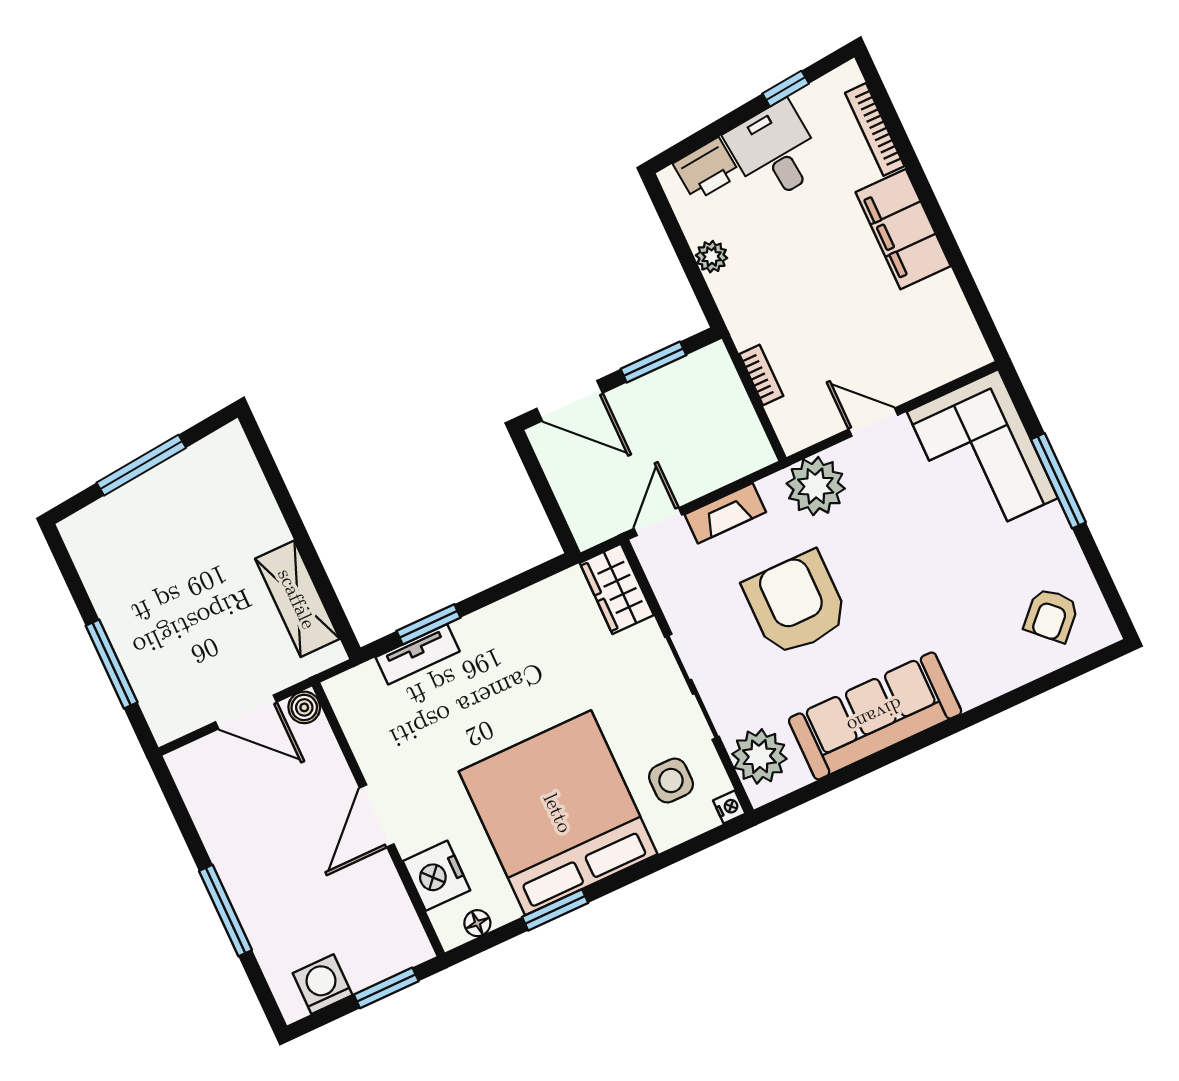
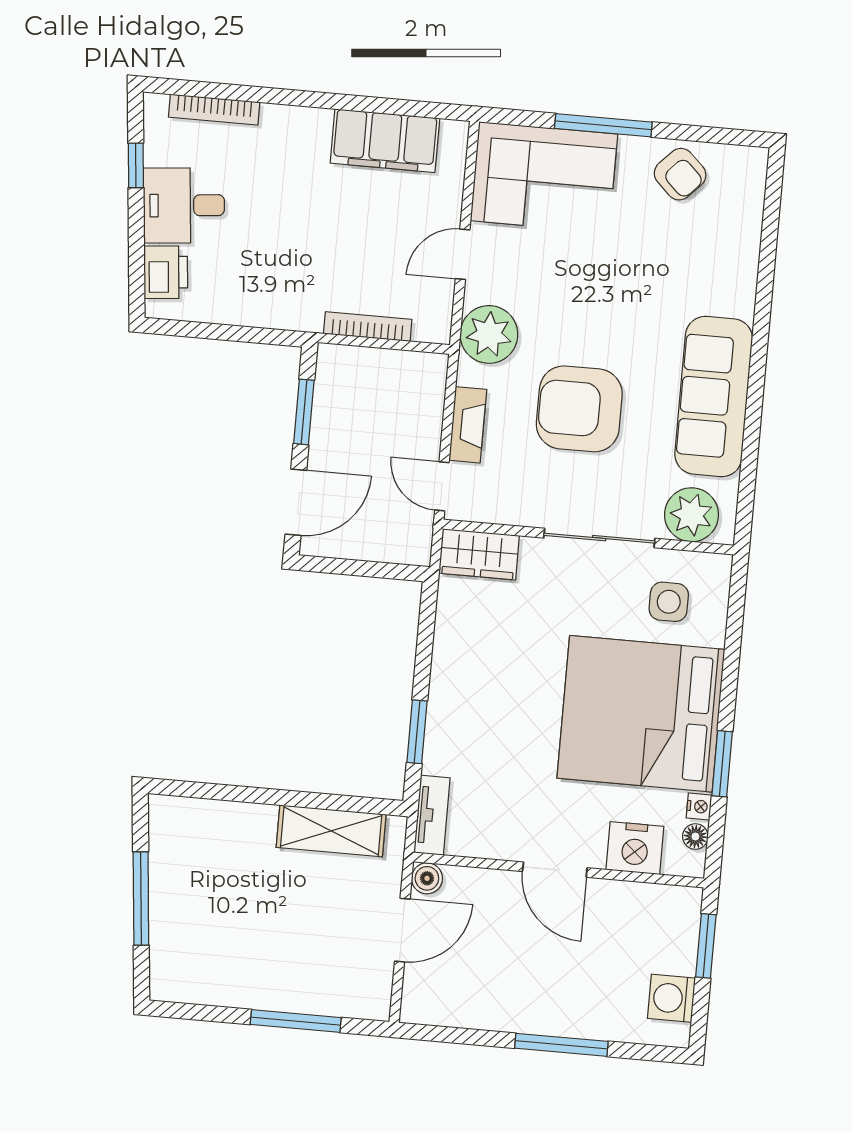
filing cabinet: (903, 229) -> (385, 141), moved
plant: (712, 257) -> (243, 311), removed
bookcase: (761, 375) -> (368, 327), width x1.56
armchair: (1051, 615) -> (680, 174), moved
tv unit: (418, 654) -> (432, 815), moved
nightstand: (729, 807) -> (699, 806), moved, turned 90

